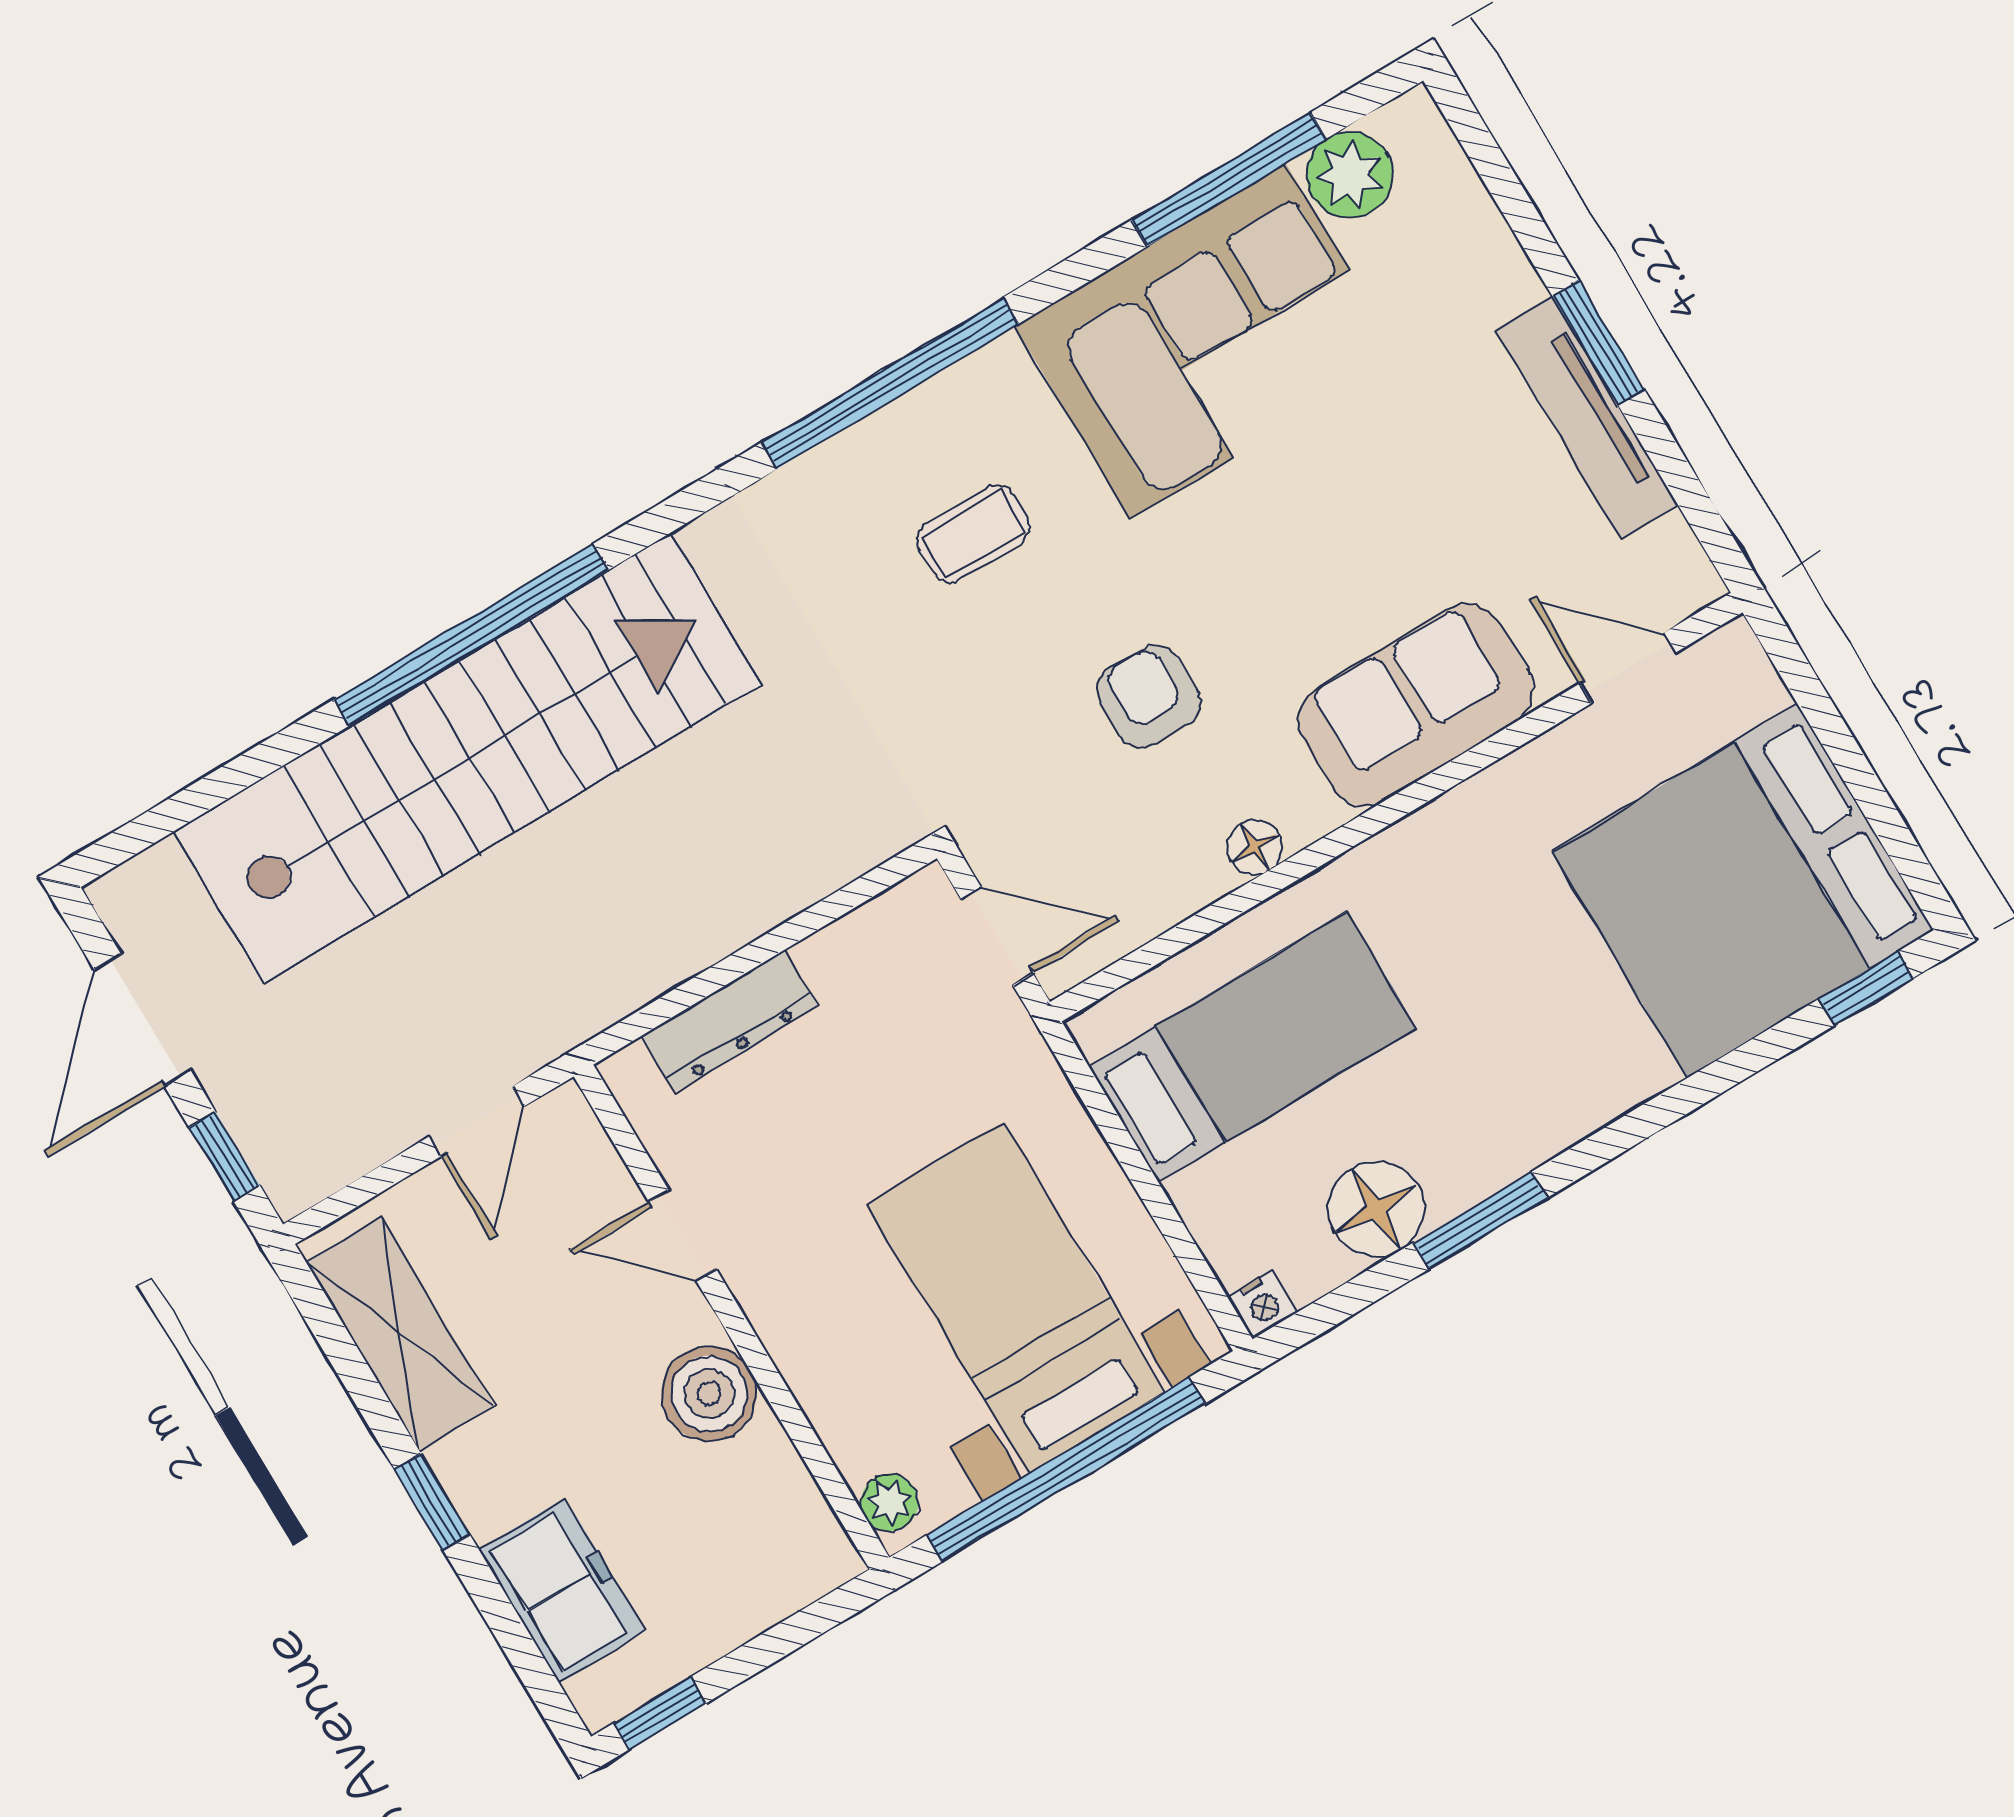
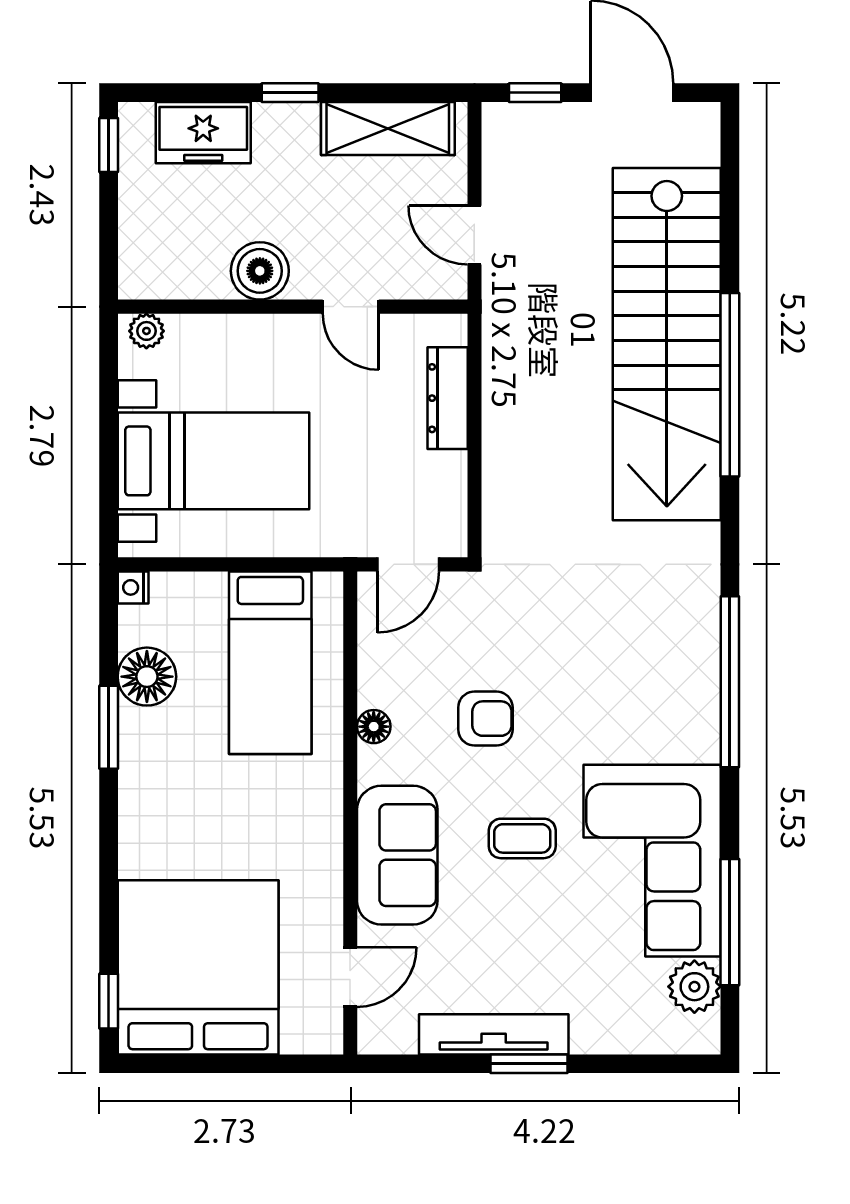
coffee table: (974, 534) -> (522, 838), moved, turned 90
door: (682, 1235) -> (351, 307), swing flipped
window: (1065, 1470) -> (109, 433), removed

